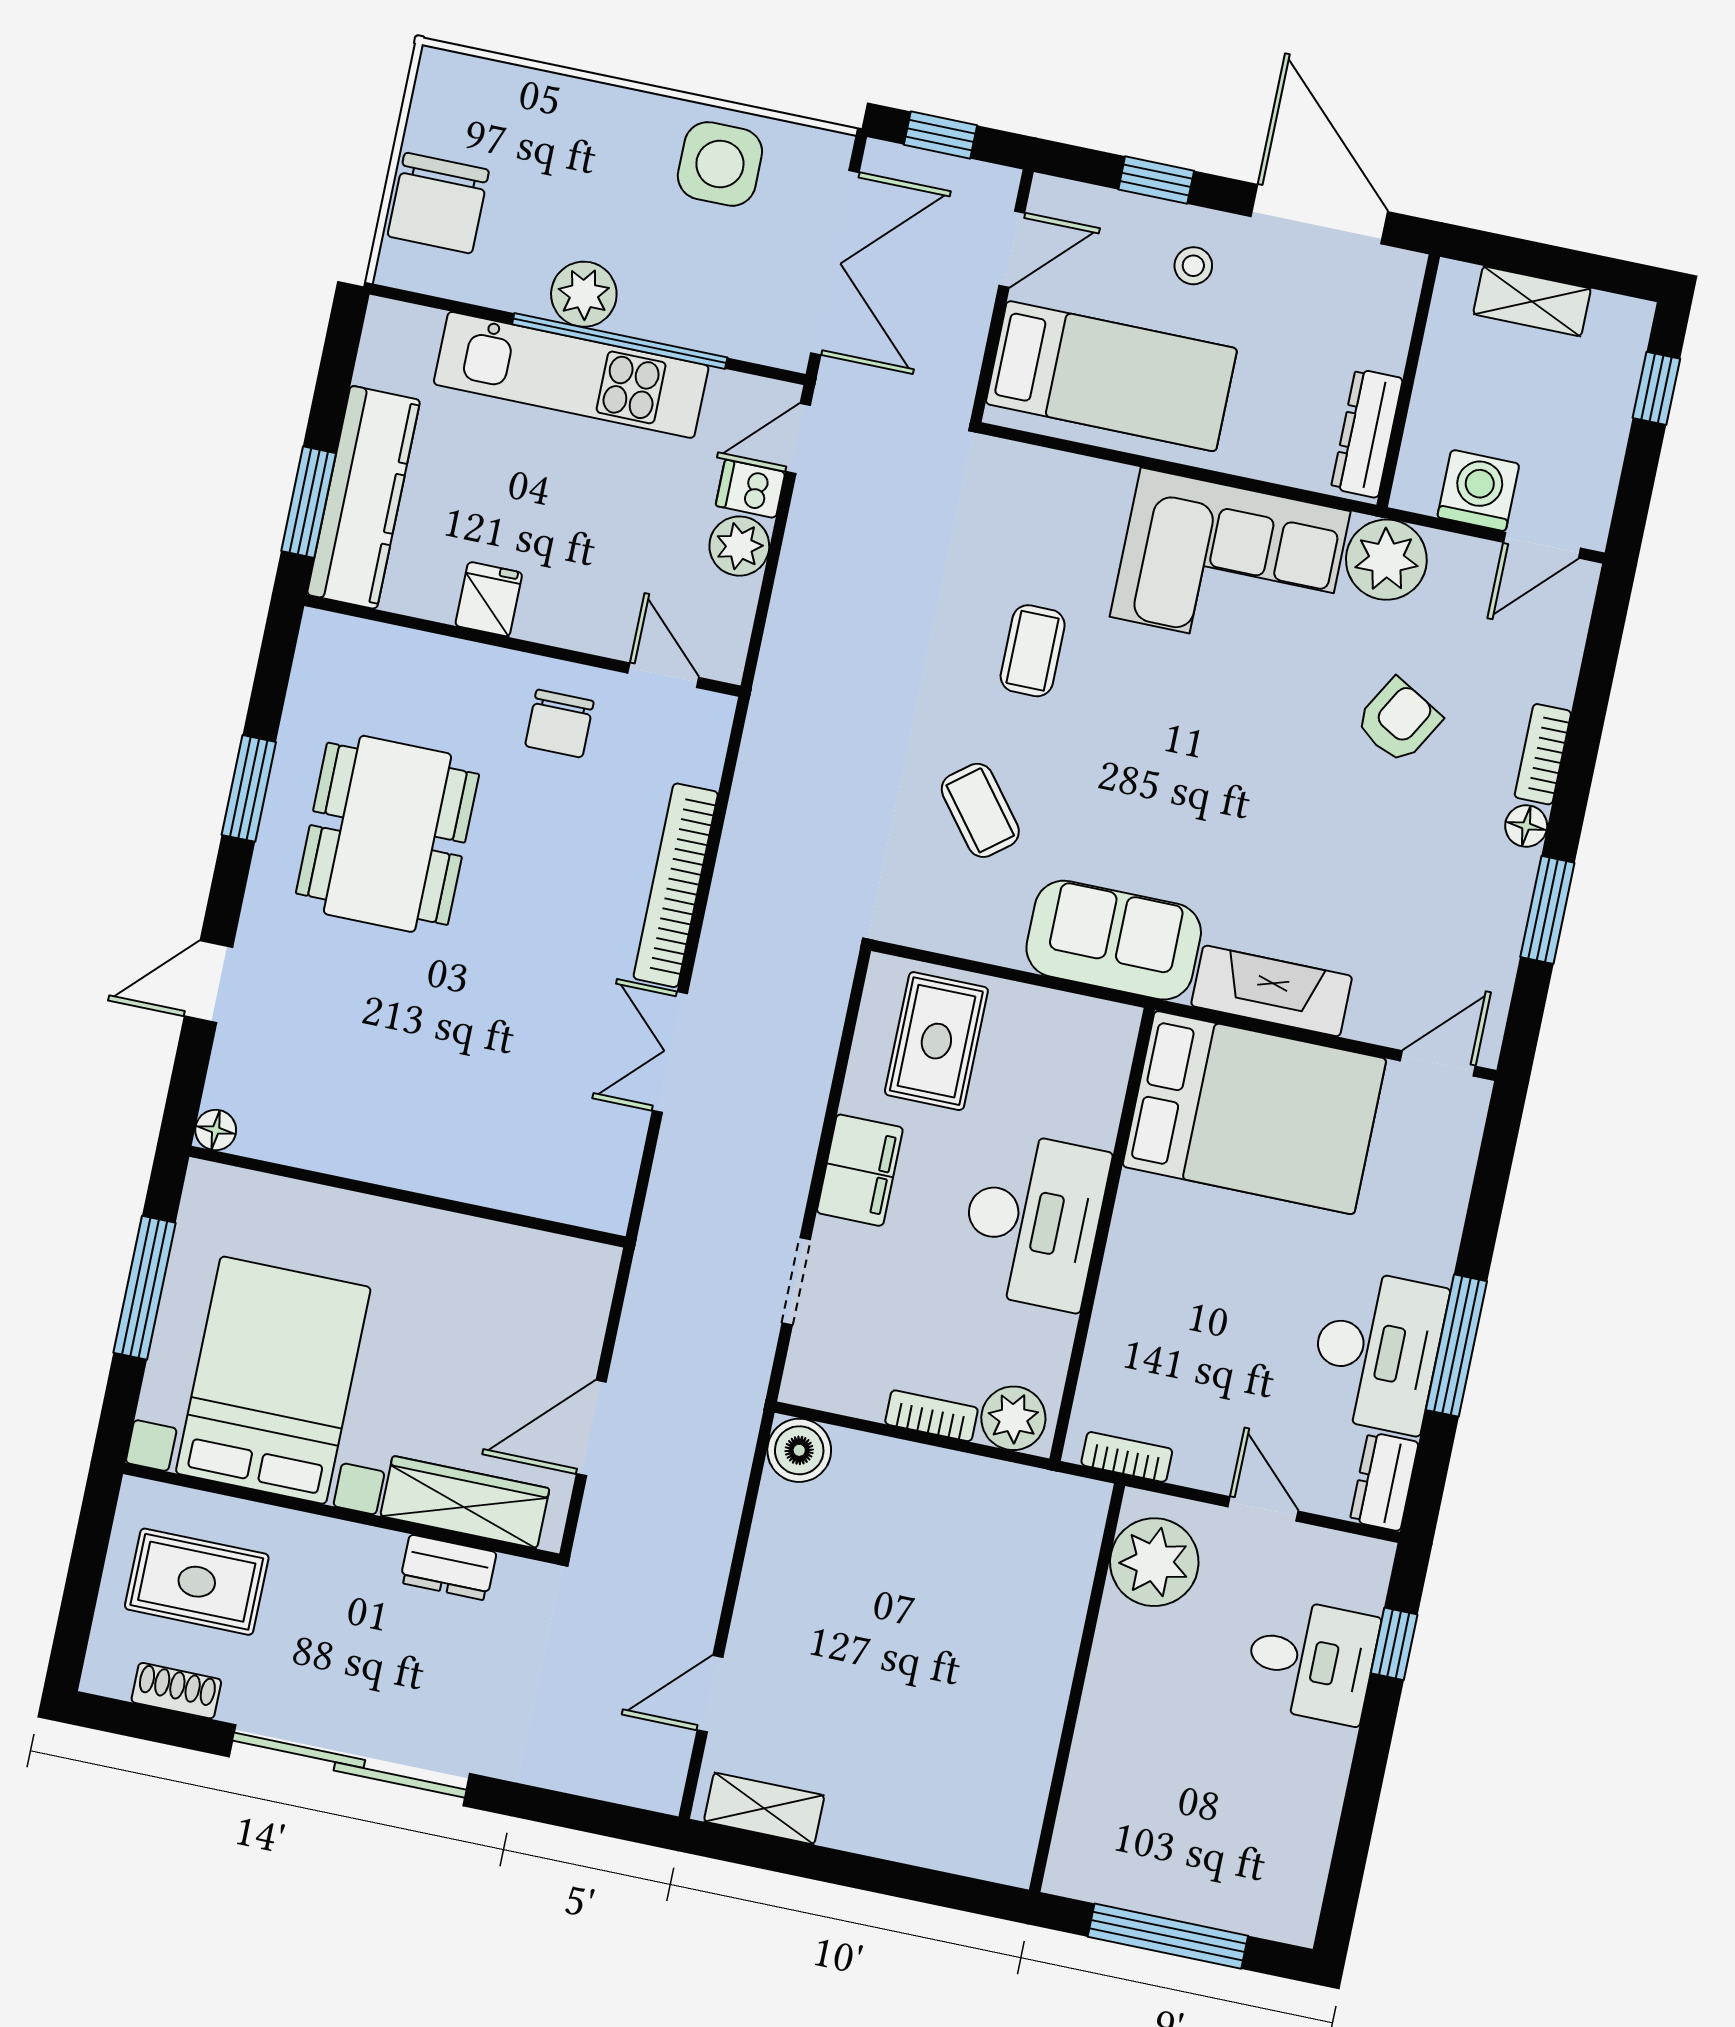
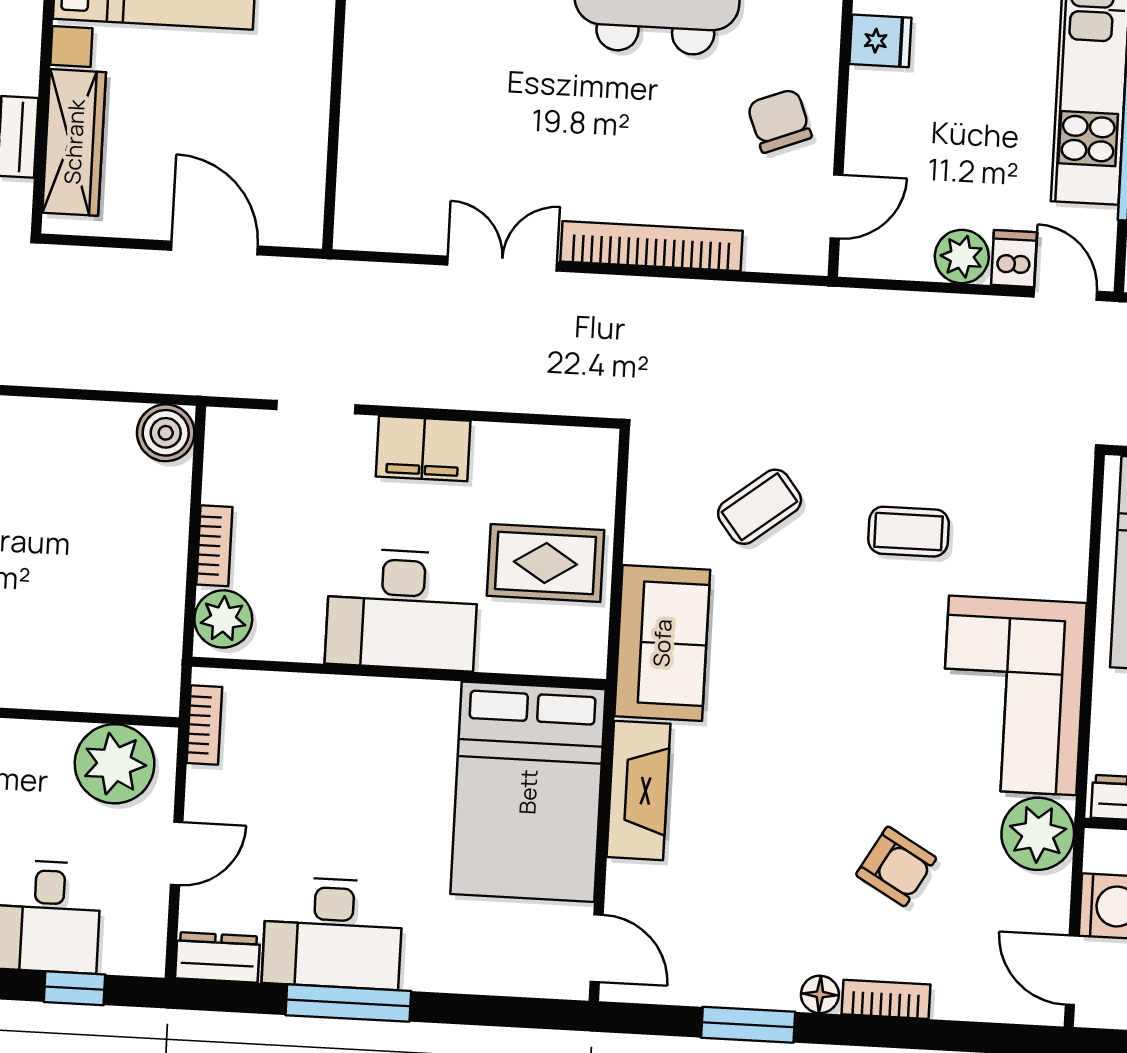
chair: (559, 724) -> (779, 121), turned 69
rug: (936, 1041) -> (545, 563), moved
door: (591, 1428) -> (214, 248), moved

